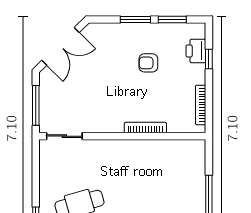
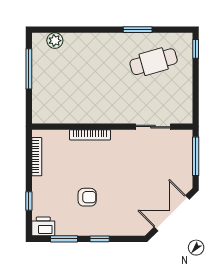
window: (135, 20) -> (100, 239), width x0.67
printer: (196, 51) -> (43, 226), moved, turned -90
sliding door: (64, 136) -> (153, 127), moved

